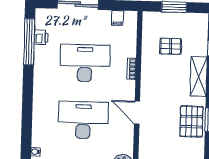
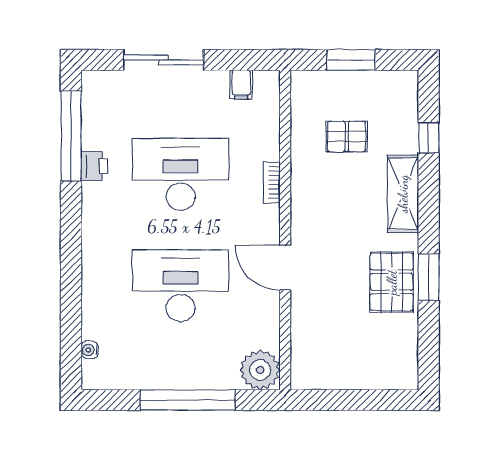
printer: (41, 37) -> (94, 166), moved

